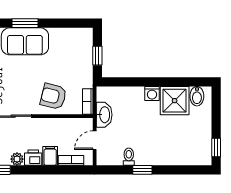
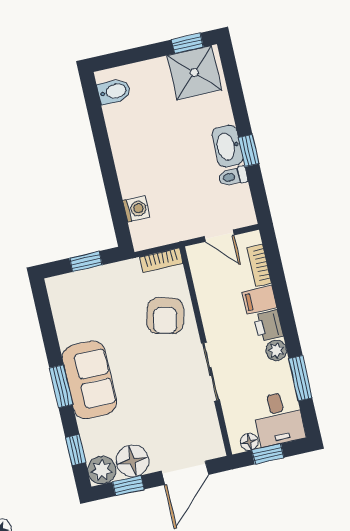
washing machine: (152, 93) -> (136, 209), moved
shower: (175, 101) -> (194, 73), moved
washbasin: (104, 115) -> (227, 146), moved, turned -90

